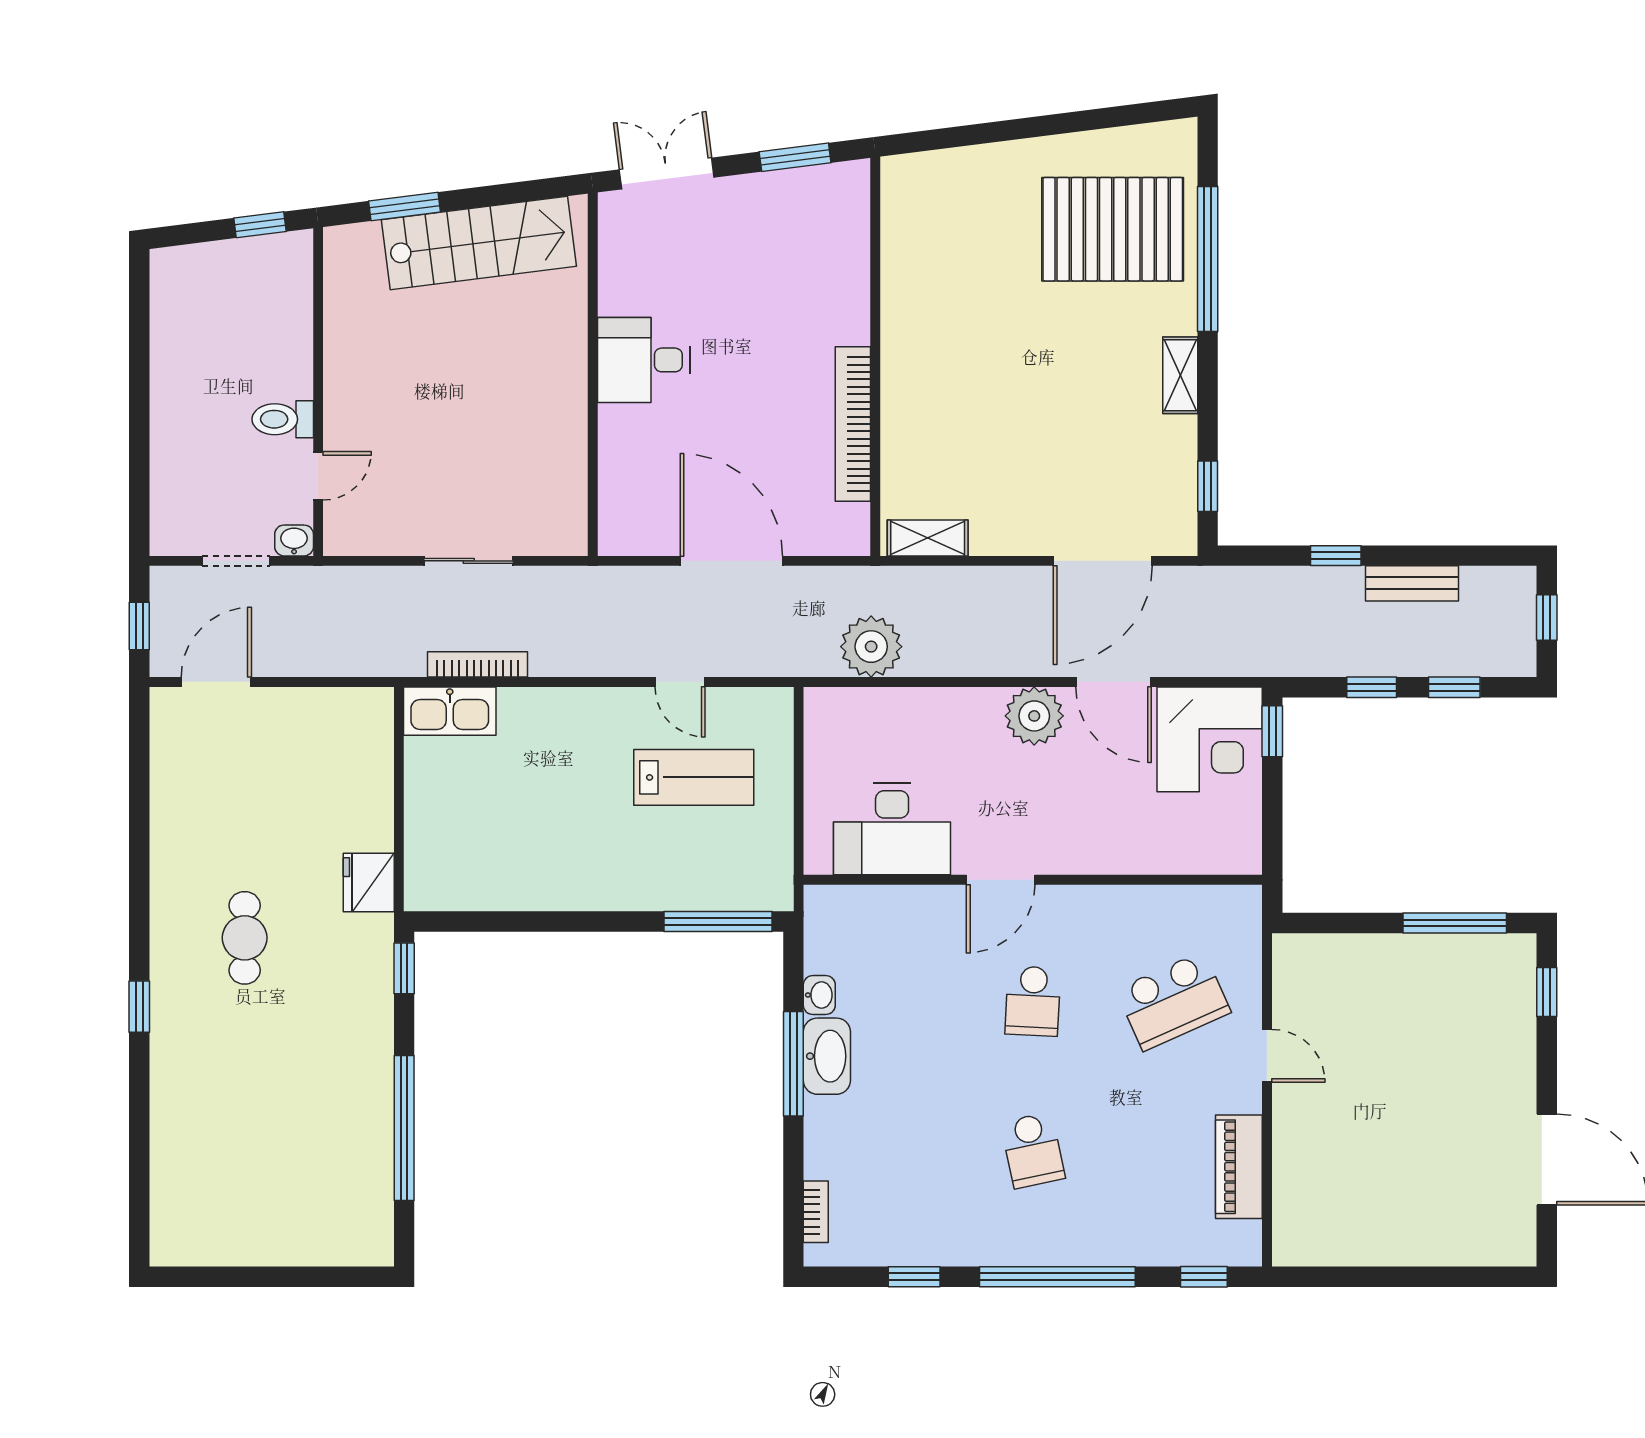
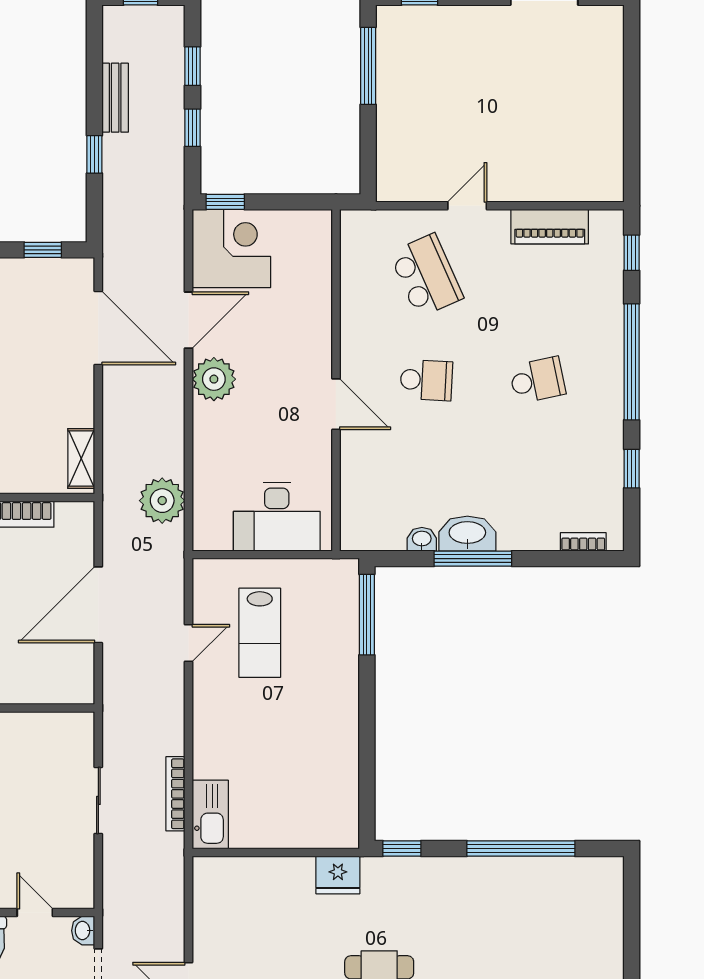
lab bench: (694, 777) -> (260, 633), turned 180
desk: (892, 829) -> (277, 517), moved, turned 90

